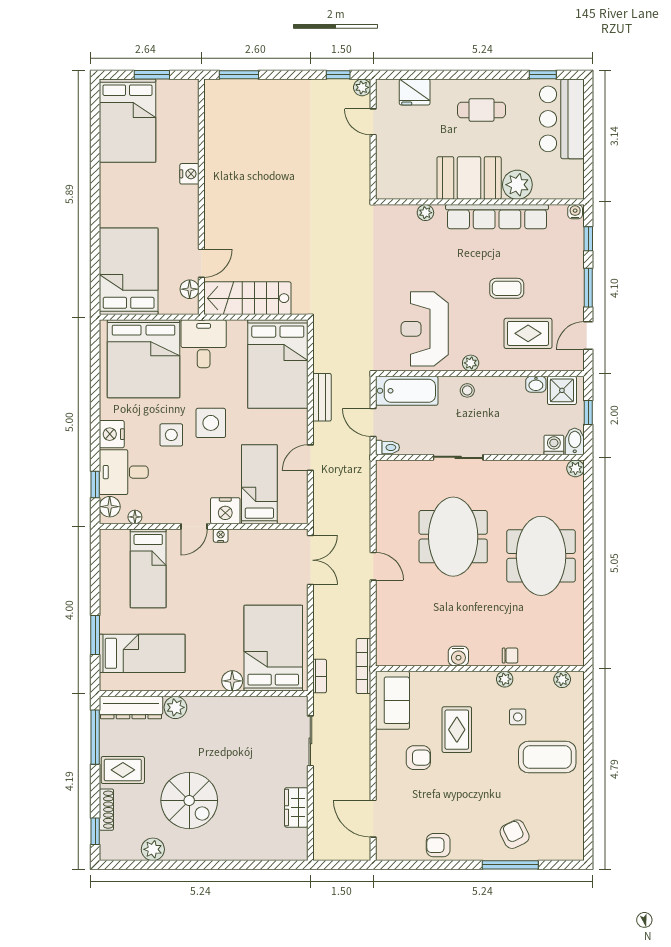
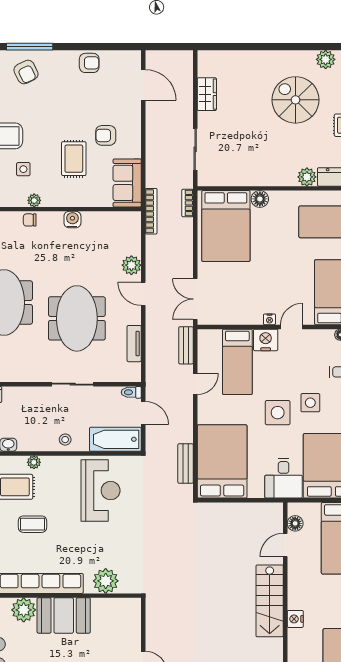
plant: (425, 213) -> (106, 581), width x1.87, depth x1.87
stairs: (247, 298) -> (270, 601), moved, turned 90
plant: (471, 363) -> (34, 462), moved
bench: (322, 397) -> (186, 464), moved
bench: (321, 504) -> (186, 345), added
tv unit: (384, 506) -> (134, 344), added
plant: (387, 601) -> (131, 265), added

